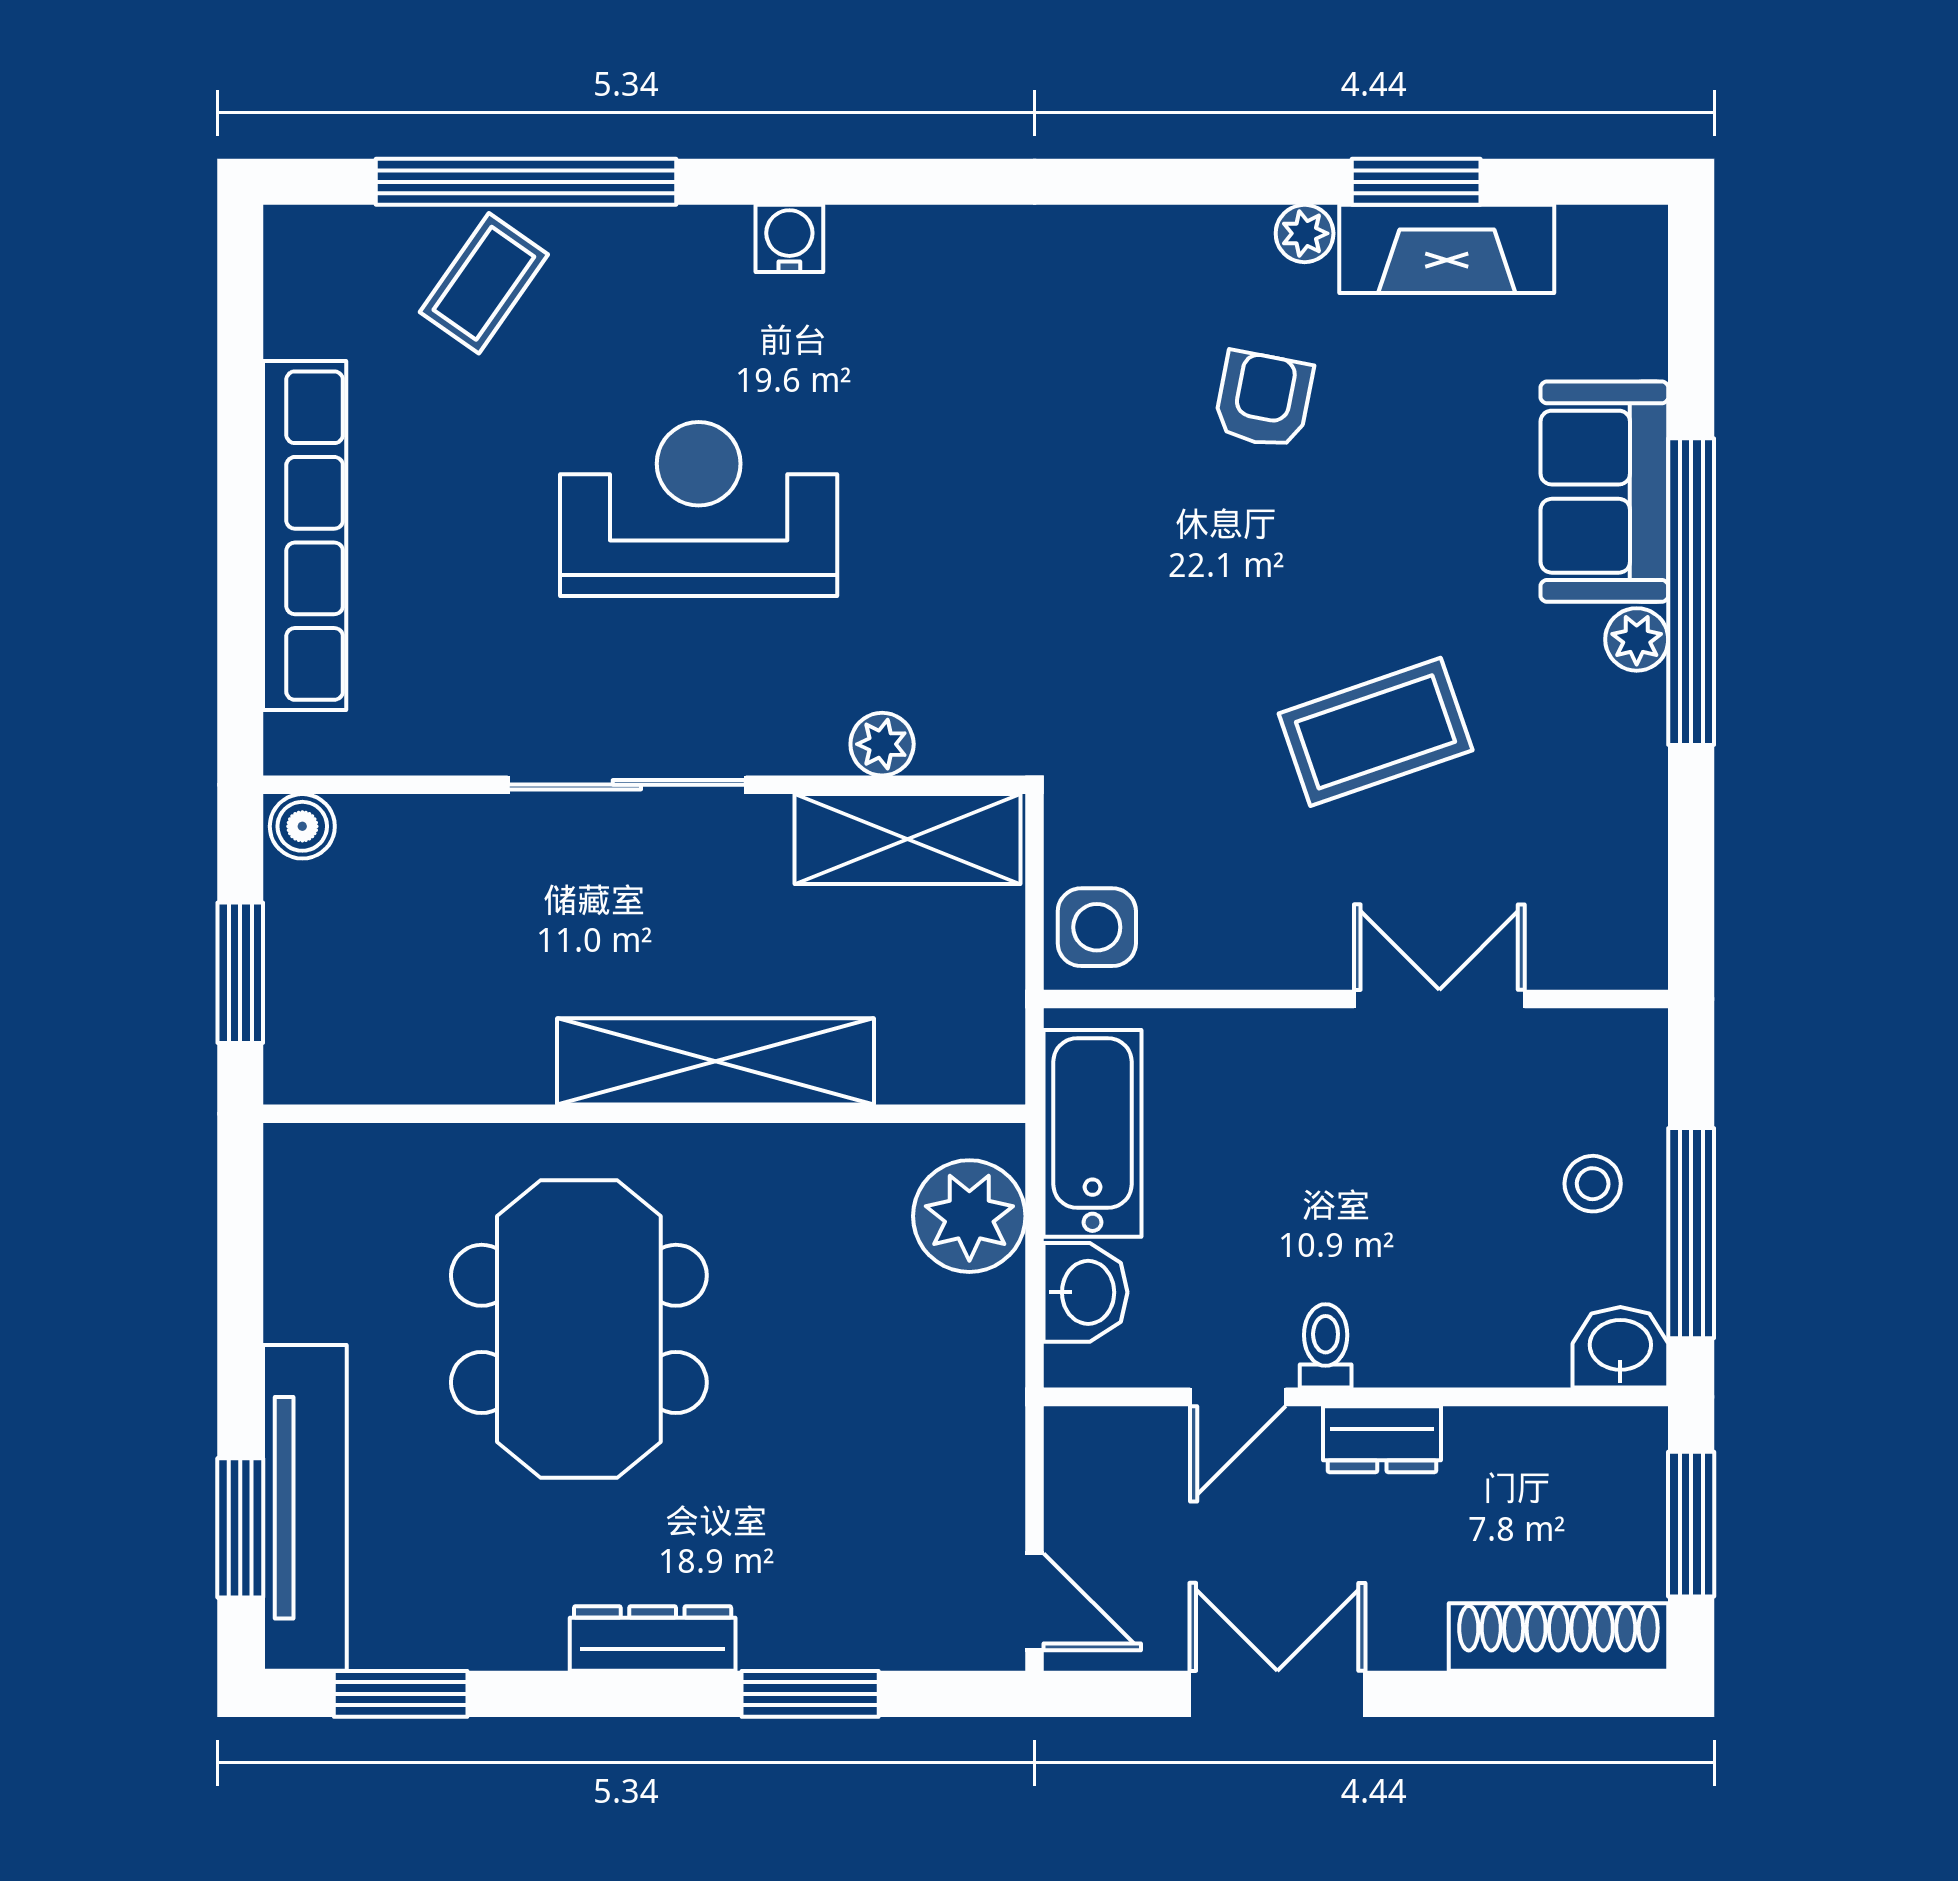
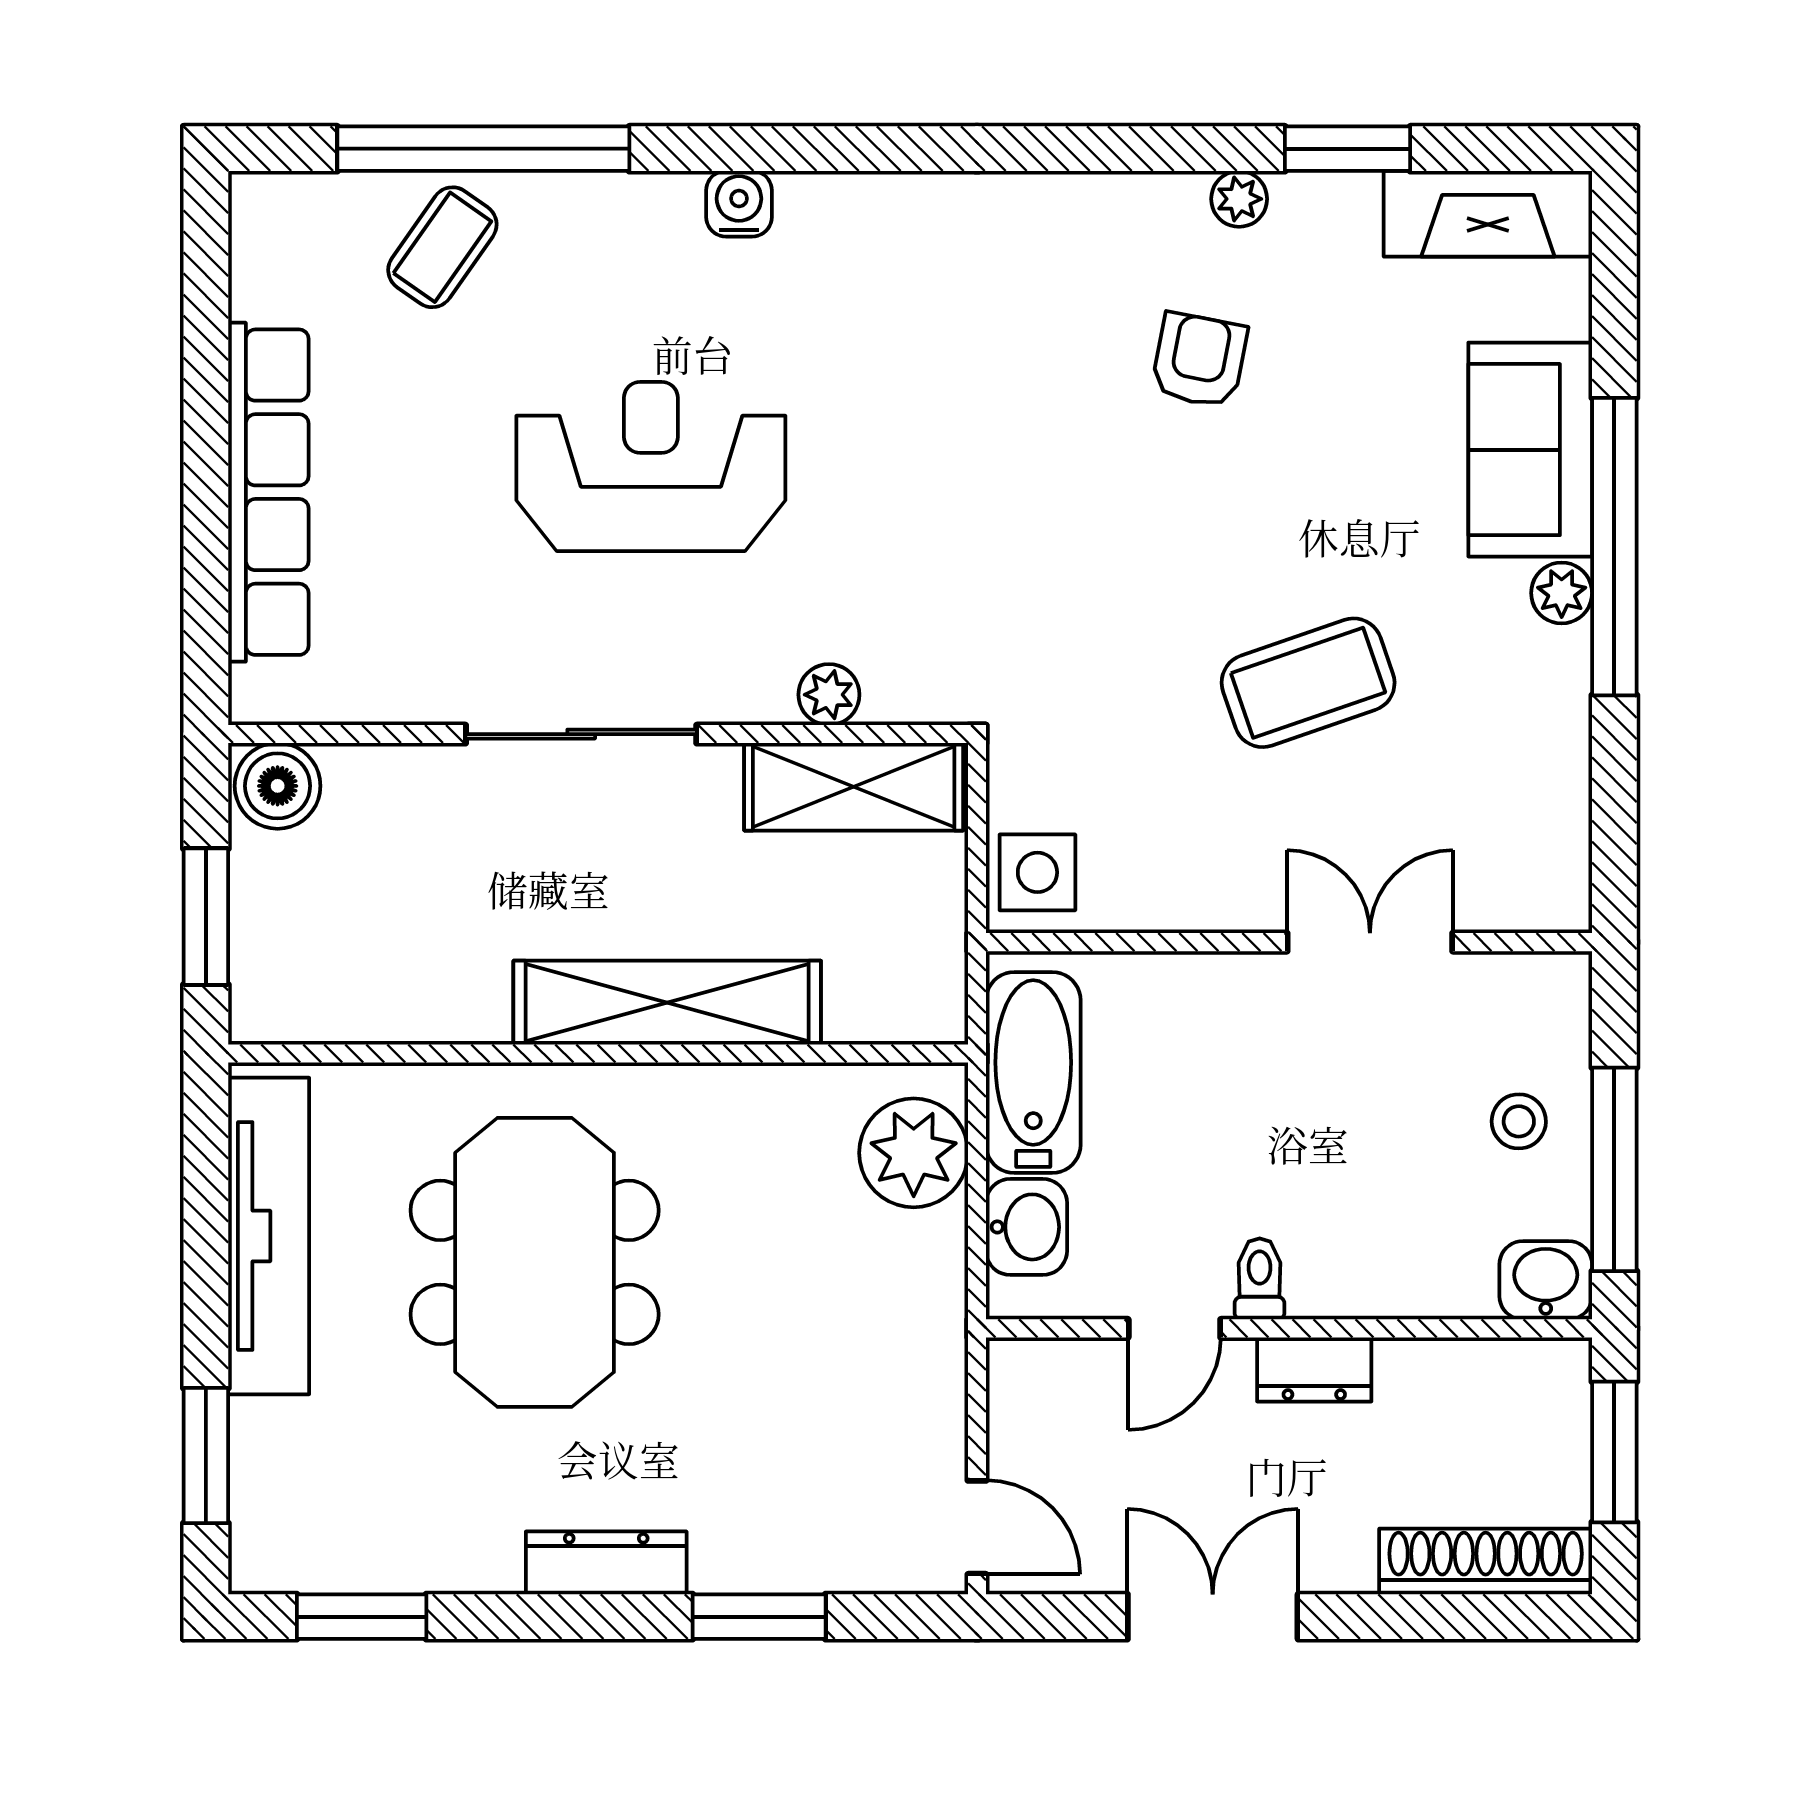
fireplace: (1447, 249) -> (1488, 214), moved
boiler: (302, 826) -> (278, 786), width x1.36, depth x1.36
tv unit: (305, 1508) -> (269, 1236), moved

